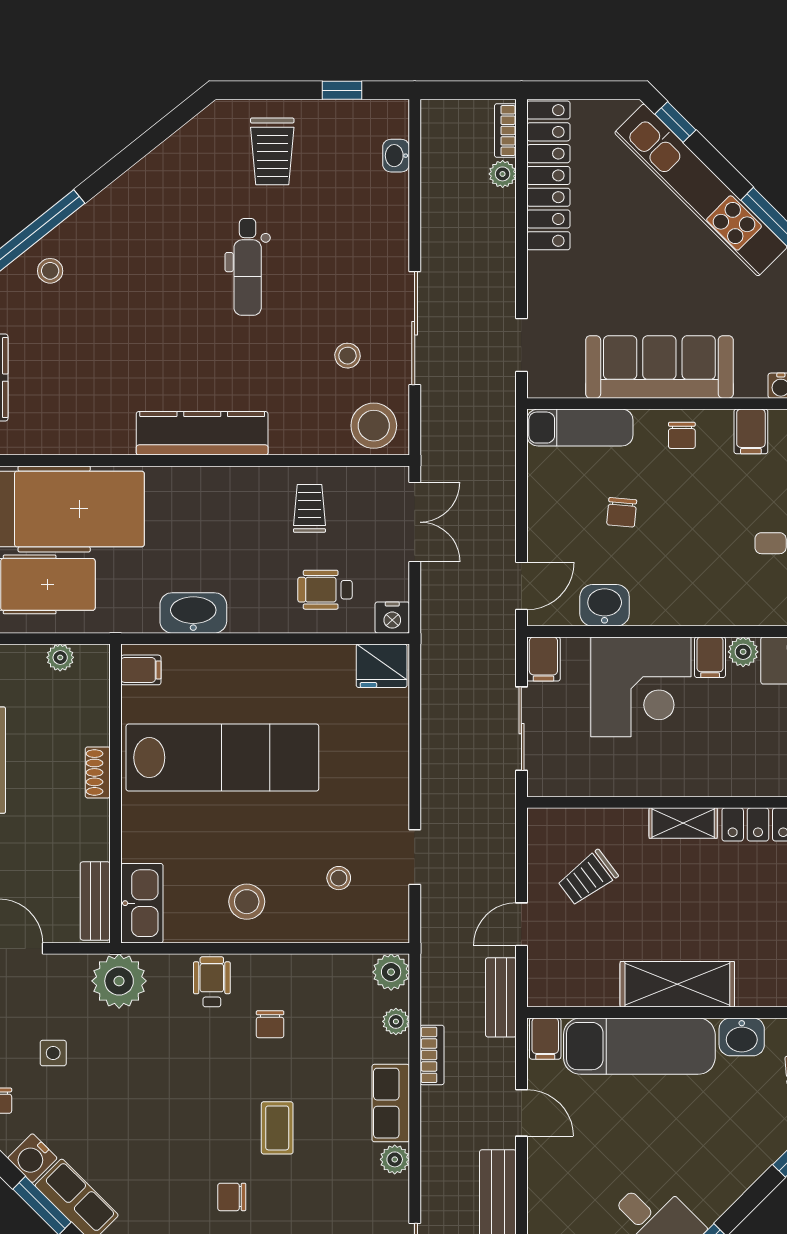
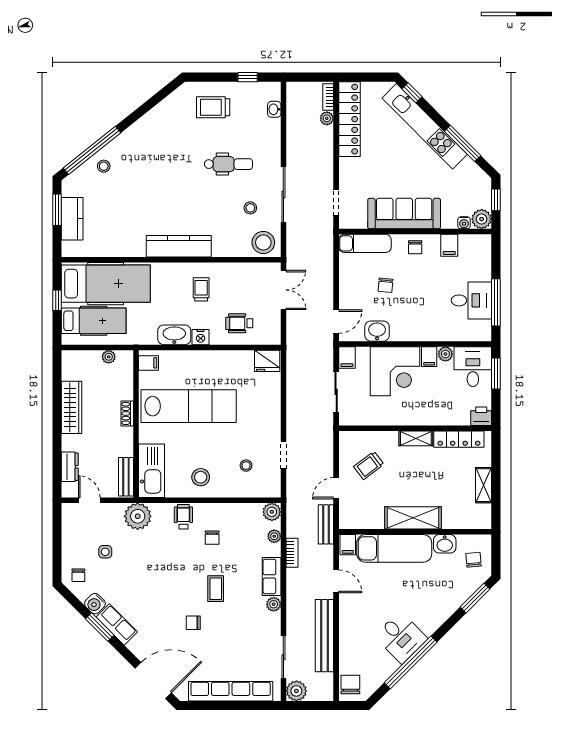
trolley: (272, 151) -> (213, 107), turned 90
dental chair: (248, 267) -> (228, 164), moved, turned -90
trolley: (309, 508) -> (201, 289), moved
nightstand: (392, 618) -> (201, 337), moved
kitchen sink: (142, 903) -> (151, 471), width x1.36, depth x1.24

